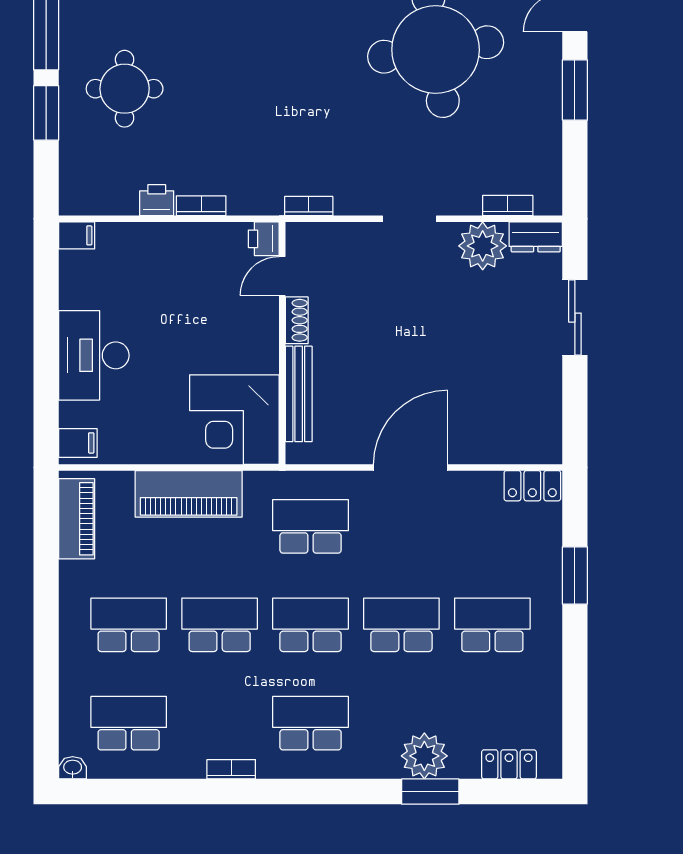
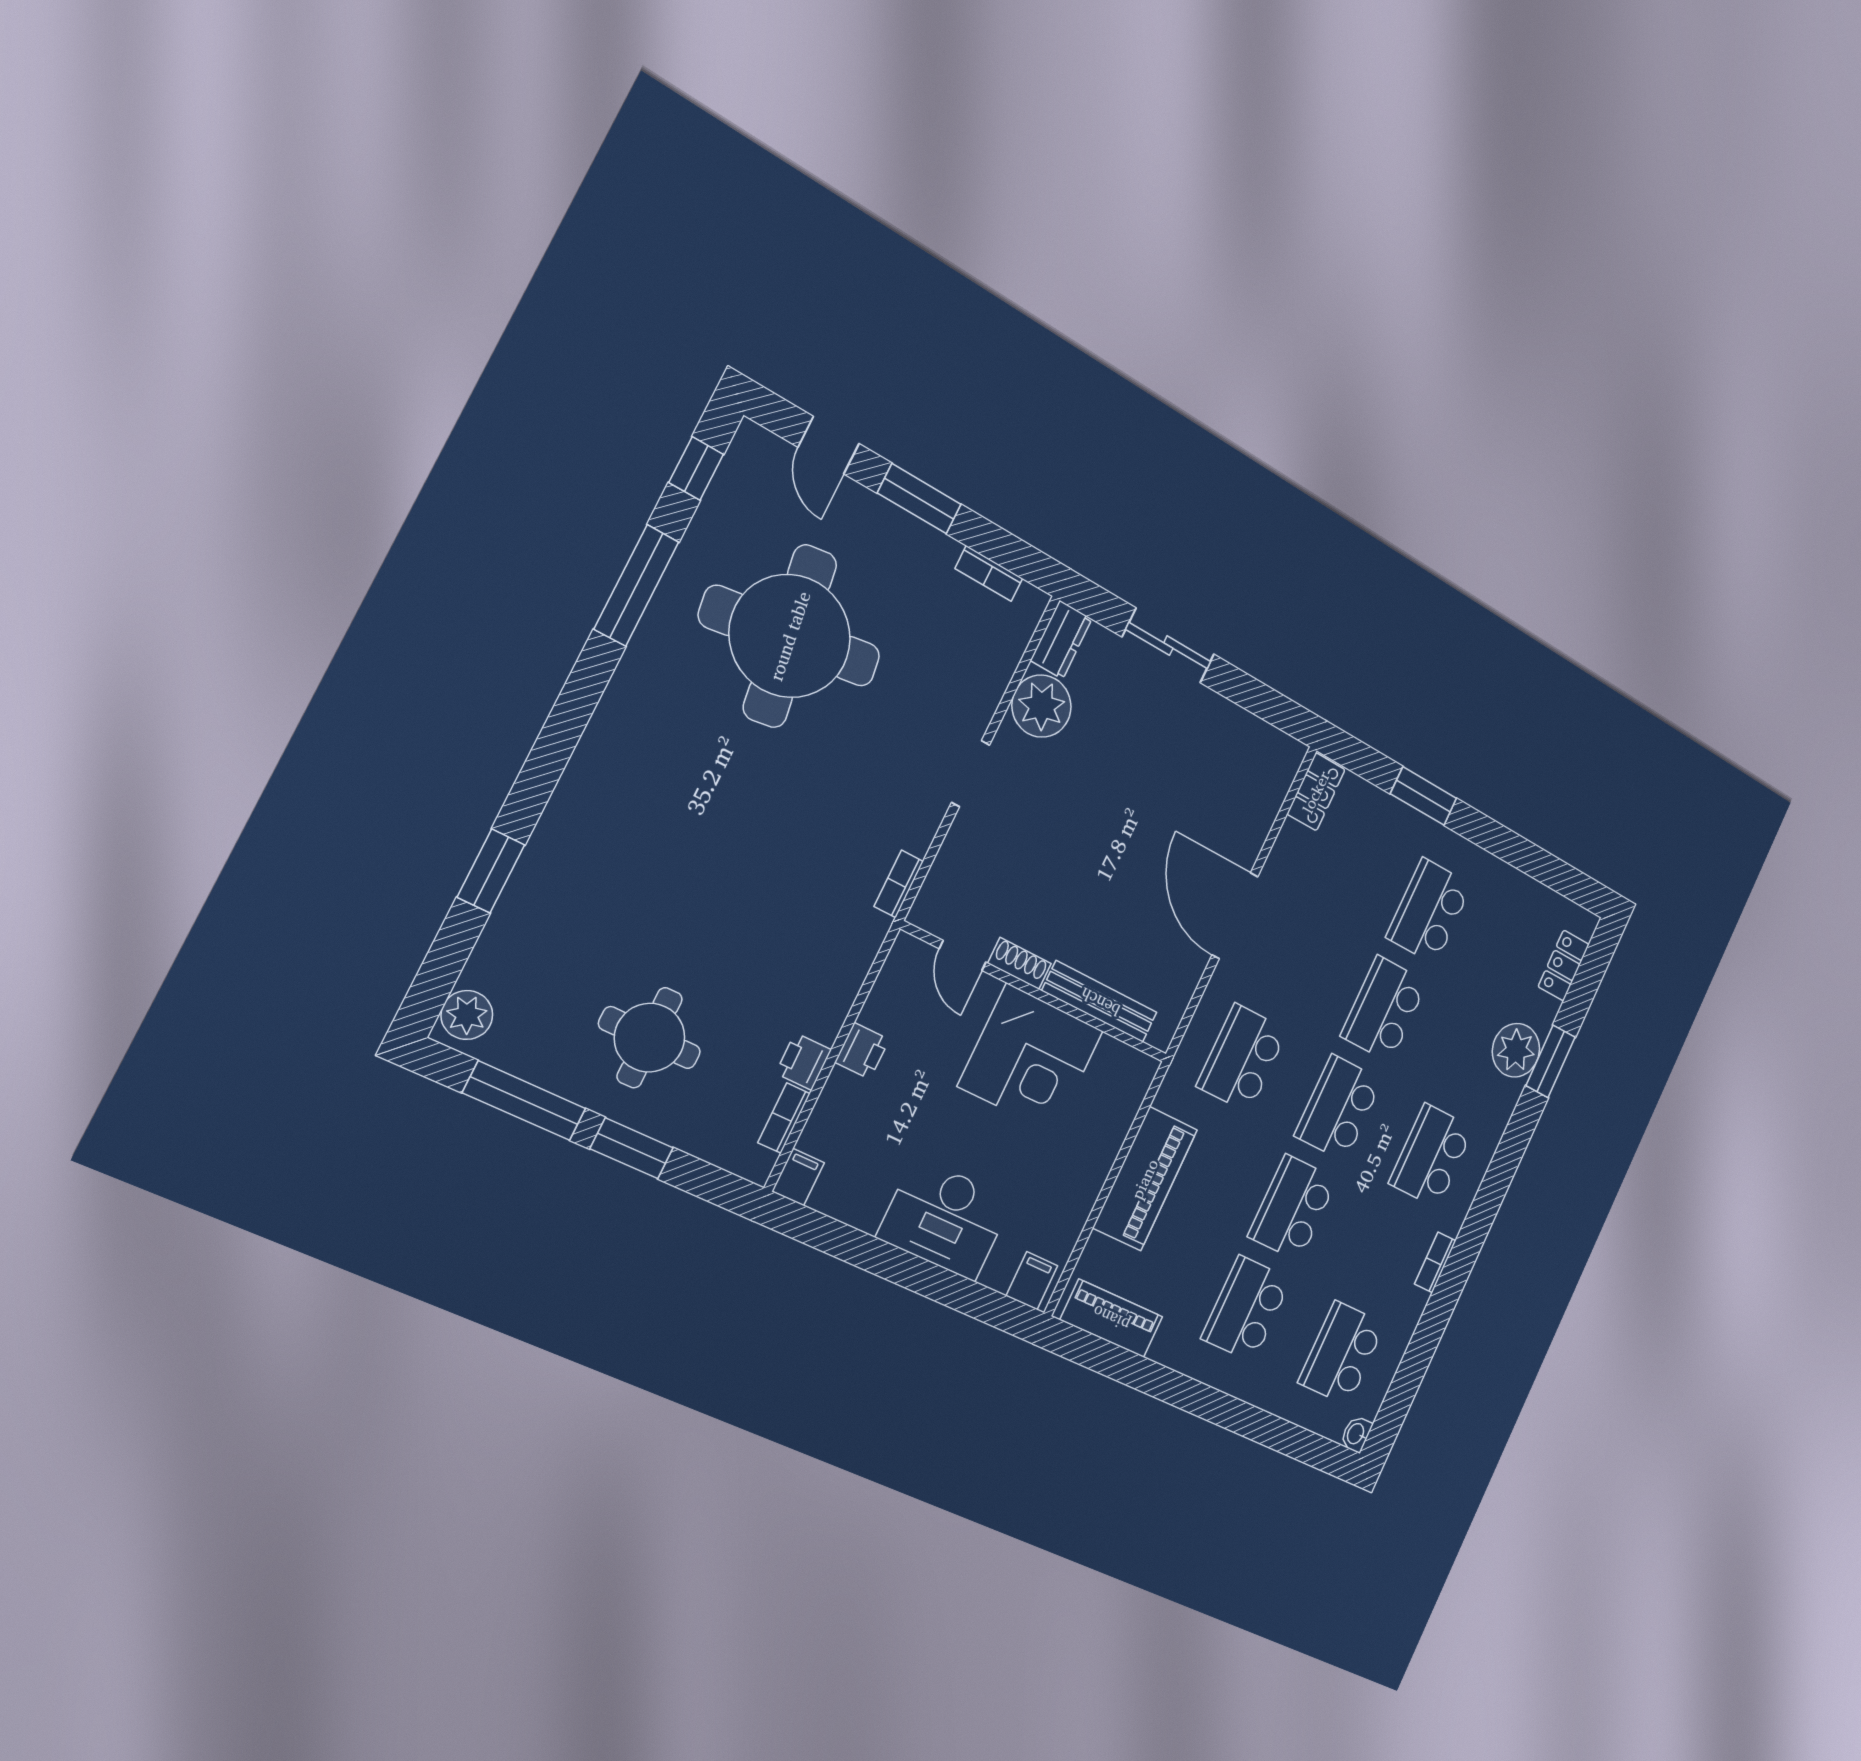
bookcase: (201, 206) -> (784, 1118), moved
bookcase: (508, 206) -> (989, 573), moved, turned -90
printer: (264, 239) -> (862, 1051), moved, turned -90
corner desk: (234, 420) -> (1031, 1058), moved

